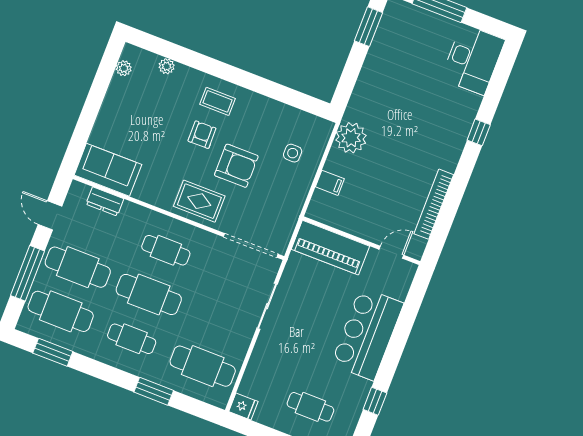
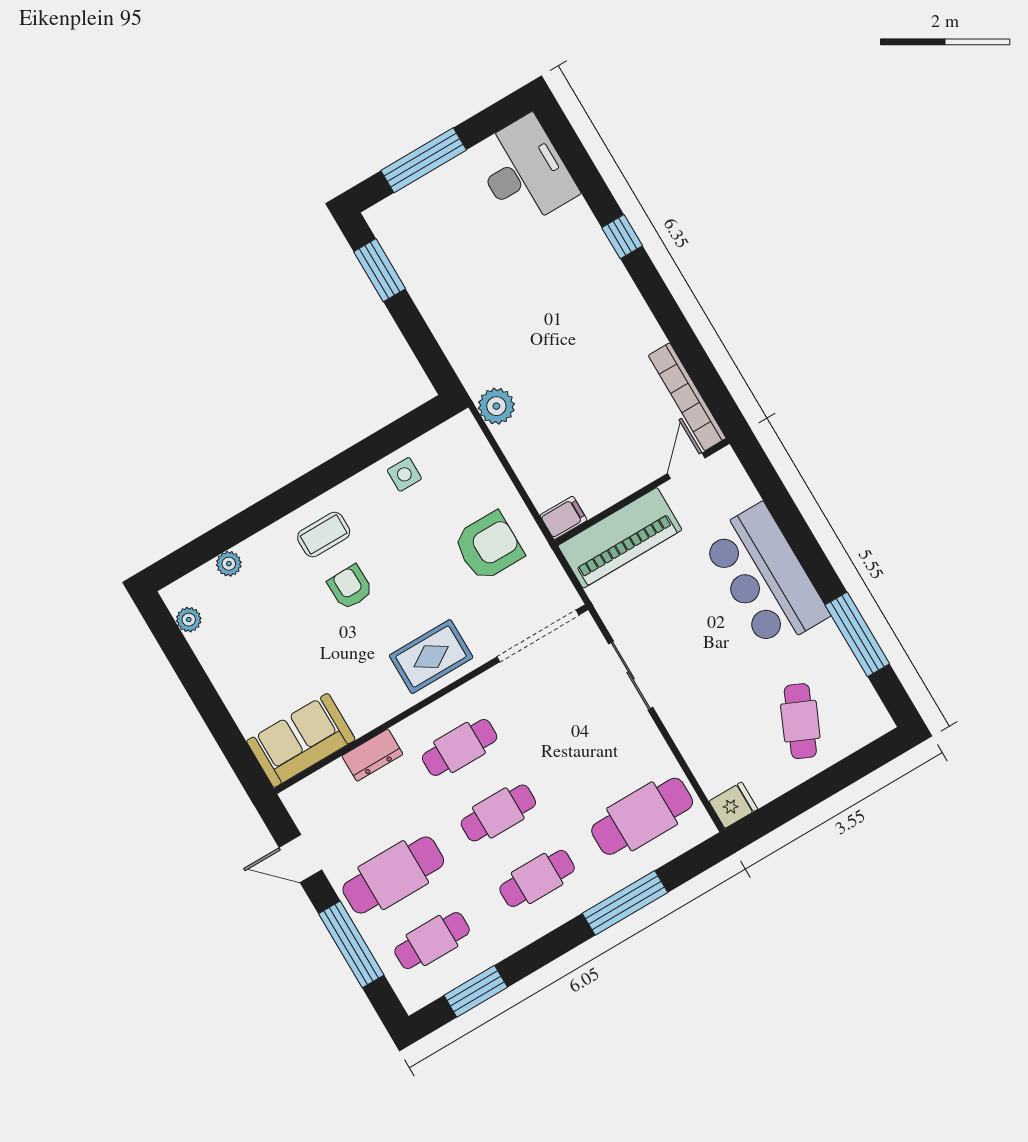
plant: (351, 138) -> (496, 406), width x0.73, depth x0.73
side table: (293, 153) -> (404, 474), moved
armchair: (236, 166) -> (488, 546), moved
filing cabinet: (330, 183) -> (564, 518), moved
dresser: (105, 201) -> (372, 755), moved
bookcase: (434, 204) -> (687, 397), moved
cafe table: (149, 294) -> (498, 813), width x0.73, depth x0.74
cafe table: (61, 311) -> (432, 941), width x0.73, depth x0.74
window: (154, 391) -> (625, 903), width x1.44
window: (375, 401) -> (857, 634), width x2.17
cafe table: (310, 407) -> (800, 721), turned -66

